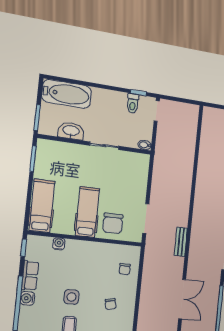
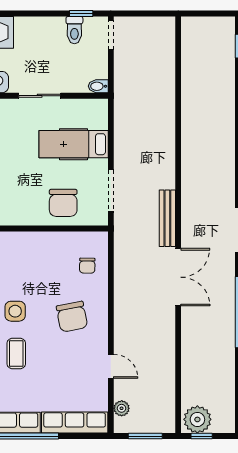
hospital bed: (87, 212) -> (74, 144), moved, turned -90
bench: (181, 242) -> (167, 218), width x1.36
double door: (182, 299) -> (178, 277), moved
chair: (111, 304) -> (72, 317), width x1.87, depth x1.87

